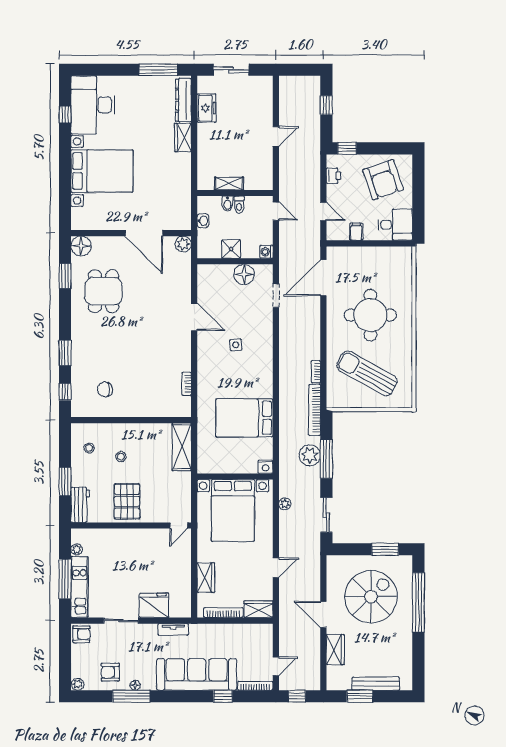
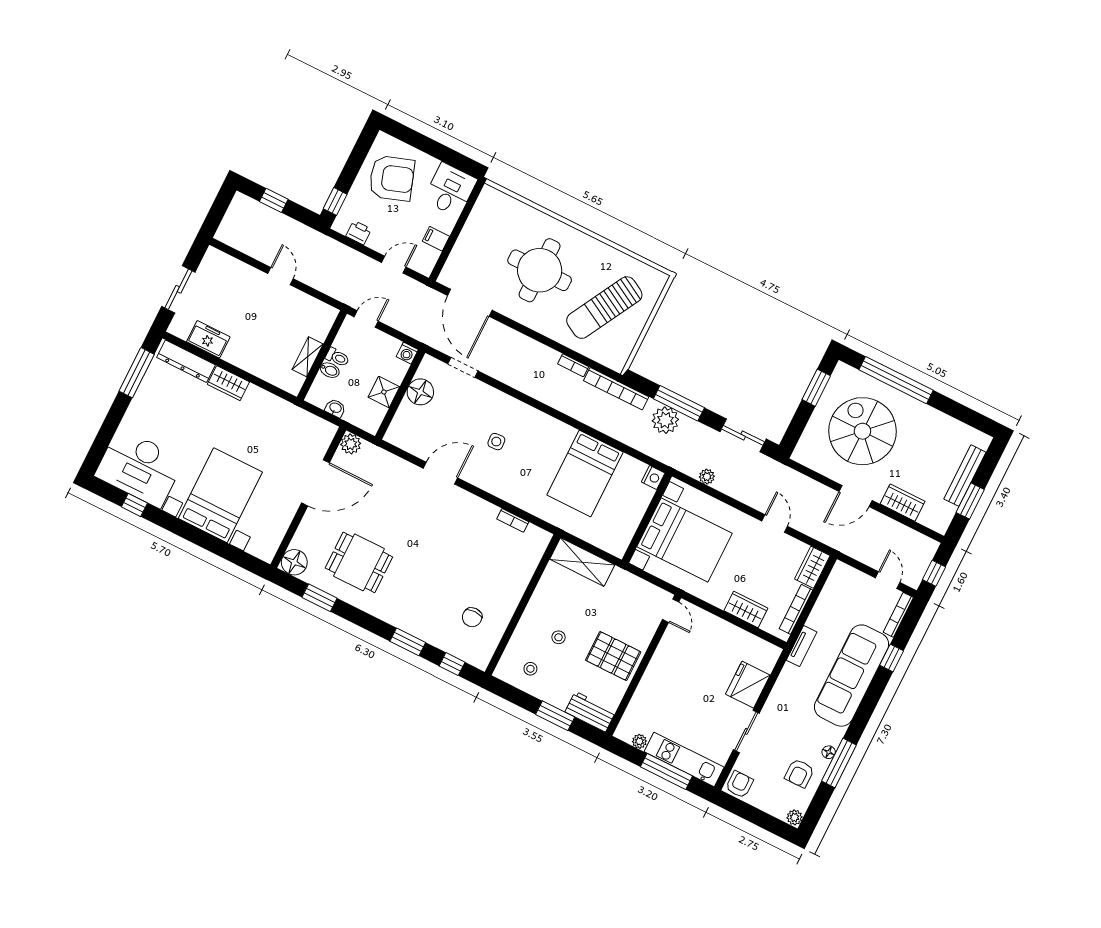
tv unit: (173, 629) -> (802, 646), moved

